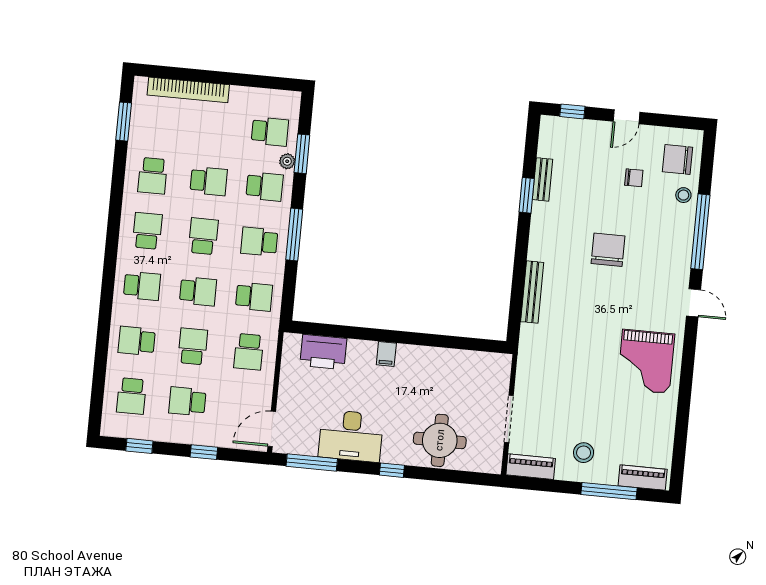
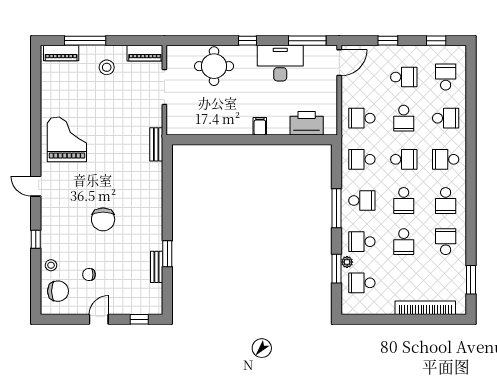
school desk: (209, 181) -> (404, 242), turned -90
window: (700, 232) -> (36, 239), width x0.32
school desk: (198, 291) -> (404, 159), turned 180
bench: (532, 292) -> (156, 144), moved, width x0.73
school desk: (249, 352) -> (362, 118), turned -90

